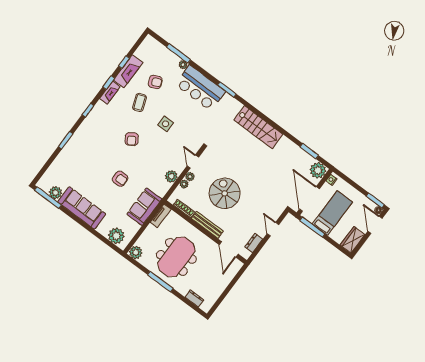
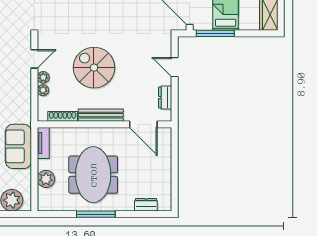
door: (193, 162) -> (34, 59), swing flipped
plant: (171, 176) -> (23, 92), removed
plant: (136, 252) -> (46, 179), moved

